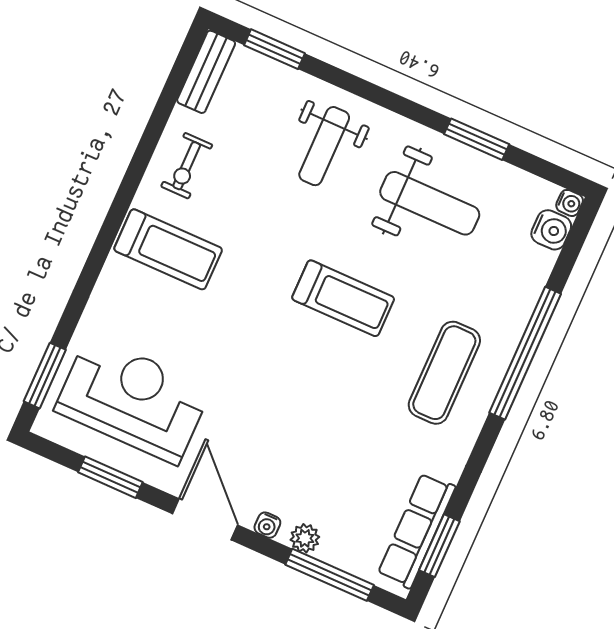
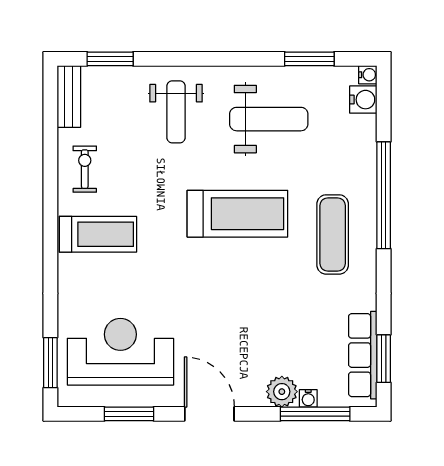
window: (477, 139) -> (309, 59), moved
exercise bike: (187, 166) -> (85, 169), turned 180
treadmill: (343, 298) -> (237, 214), width x1.37, depth x1.38
water cooler: (267, 525) -> (308, 398), moved
plant: (305, 538) -> (282, 392), width x1.38, depth x1.38

